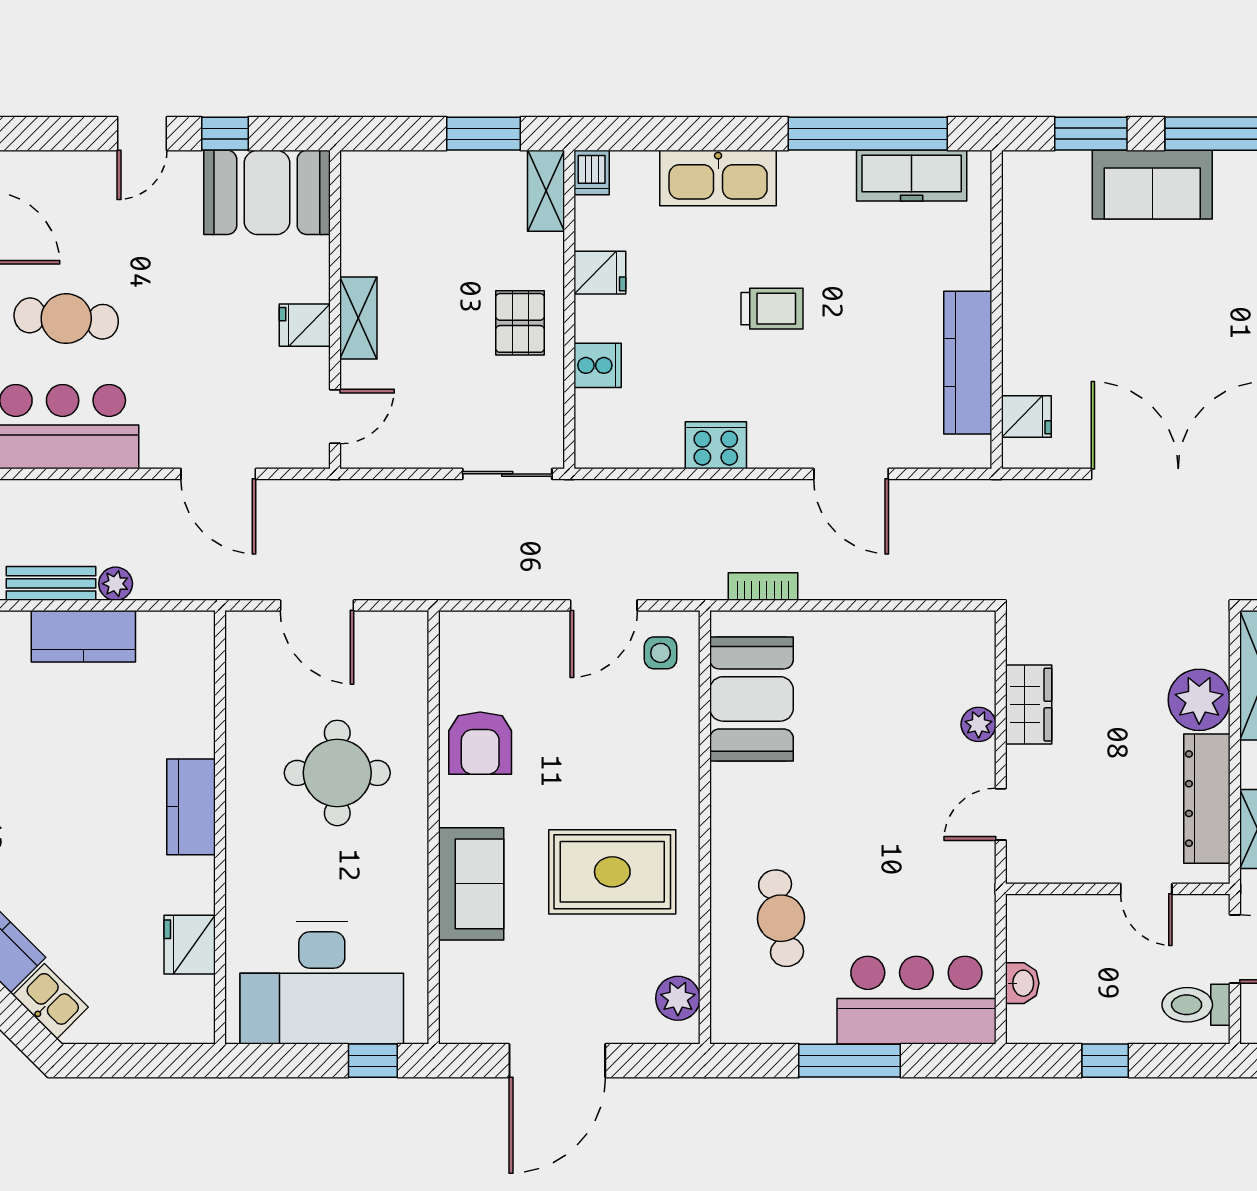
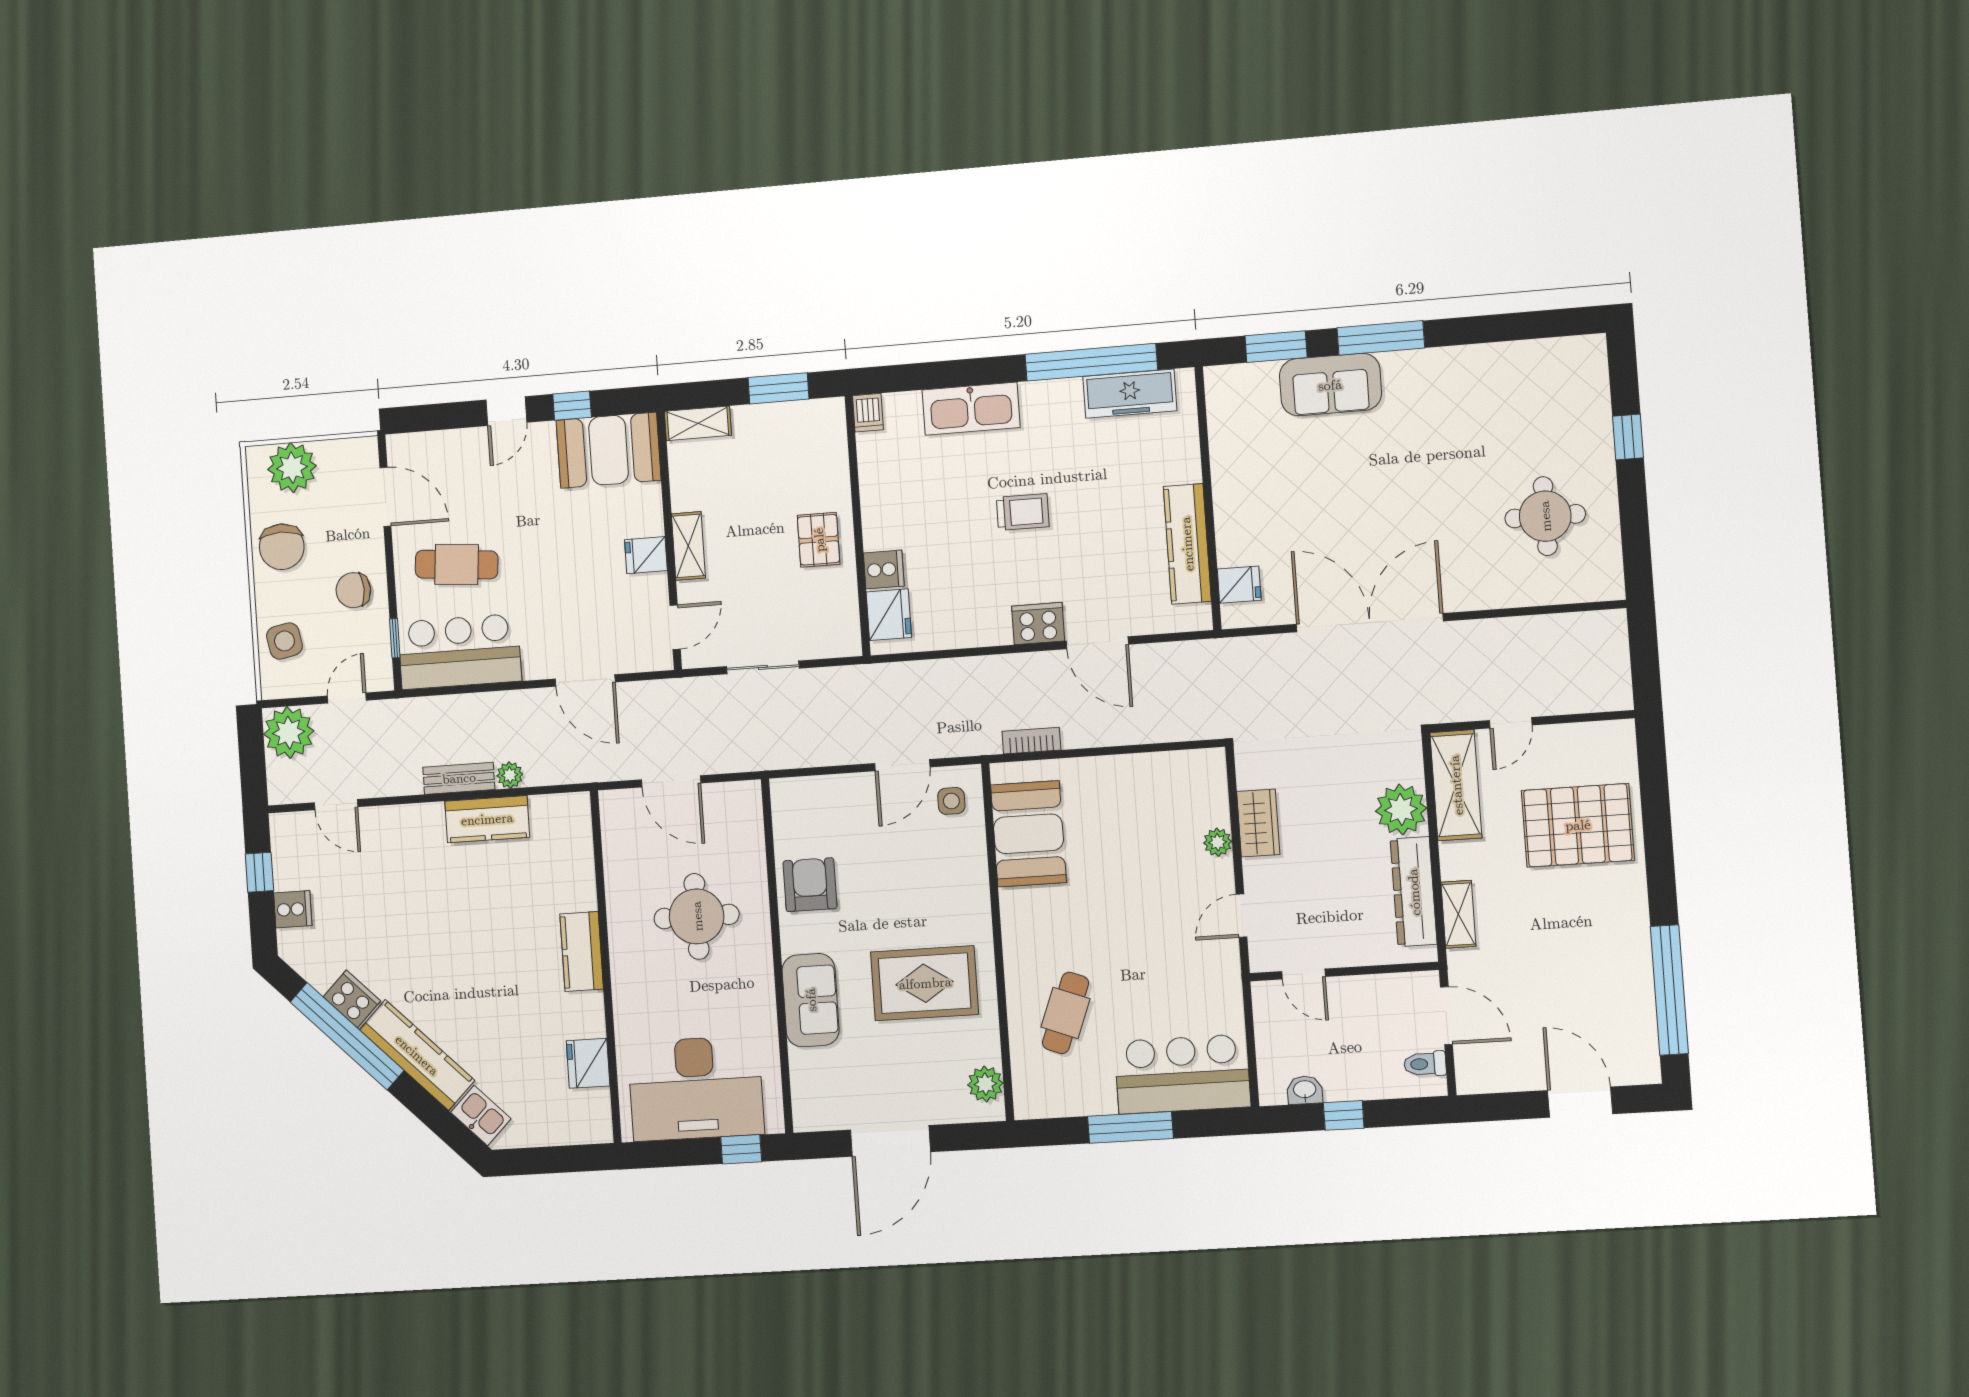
shelving: (546, 191) -> (698, 423), moved, turned 90
fridge: (600, 273) -> (889, 615), moved, width x1.38
cooker: (716, 445) -> (1038, 624), moved
sliding door: (507, 474) -> (763, 667), moved
armchair: (480, 743) -> (810, 885), turned 180
door: (1146, 889) -> (1304, 974), moved
cafe table: (781, 918) -> (1066, 1013), turned 31
washbasin: (1022, 983) -> (1305, 1090), moved, turned -90
toilet: (1196, 1005) -> (1425, 1064), width x0.73, depth x0.72

